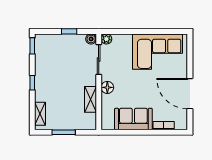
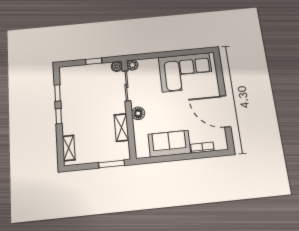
window: (32, 46) -> (57, 93), moved
window: (64, 132) -> (112, 164), moved

